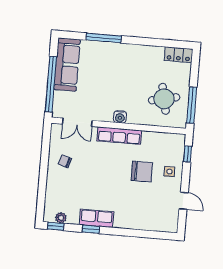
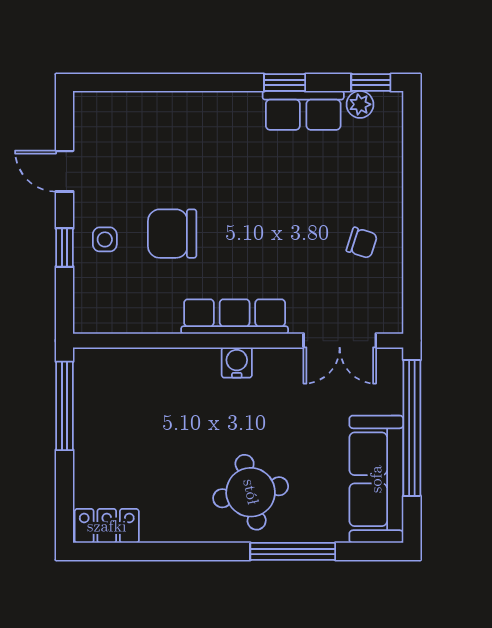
round table: (164, 99) -> (251, 492), moved
double door: (77, 122) -> (340, 341), swing flipped
window: (188, 154) -> (64, 248), moved
row of seats: (96, 218) -> (303, 110), moved

